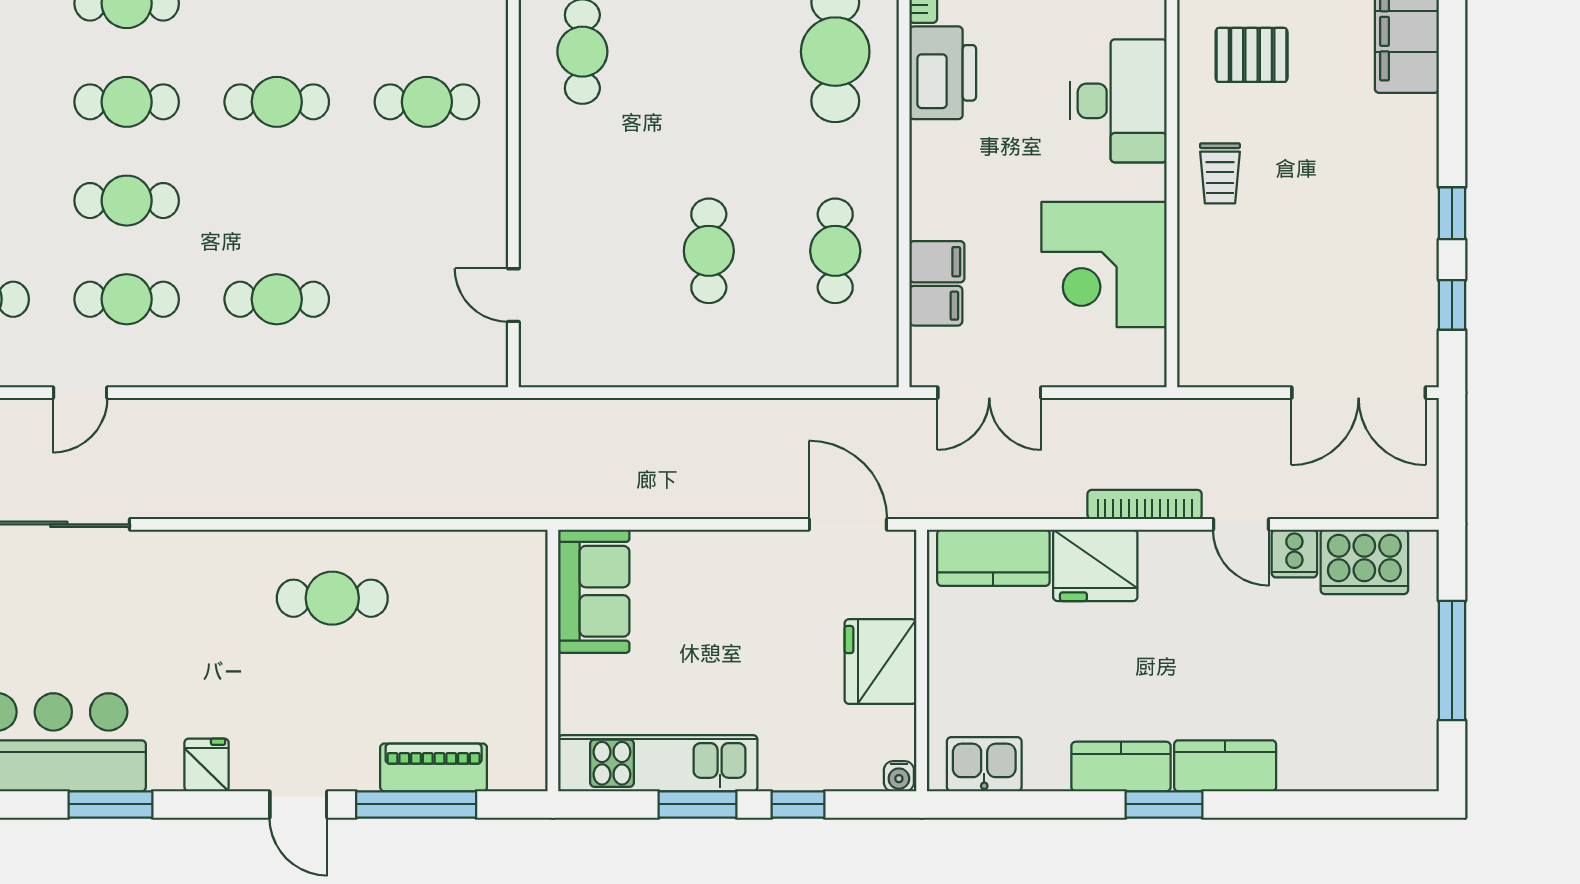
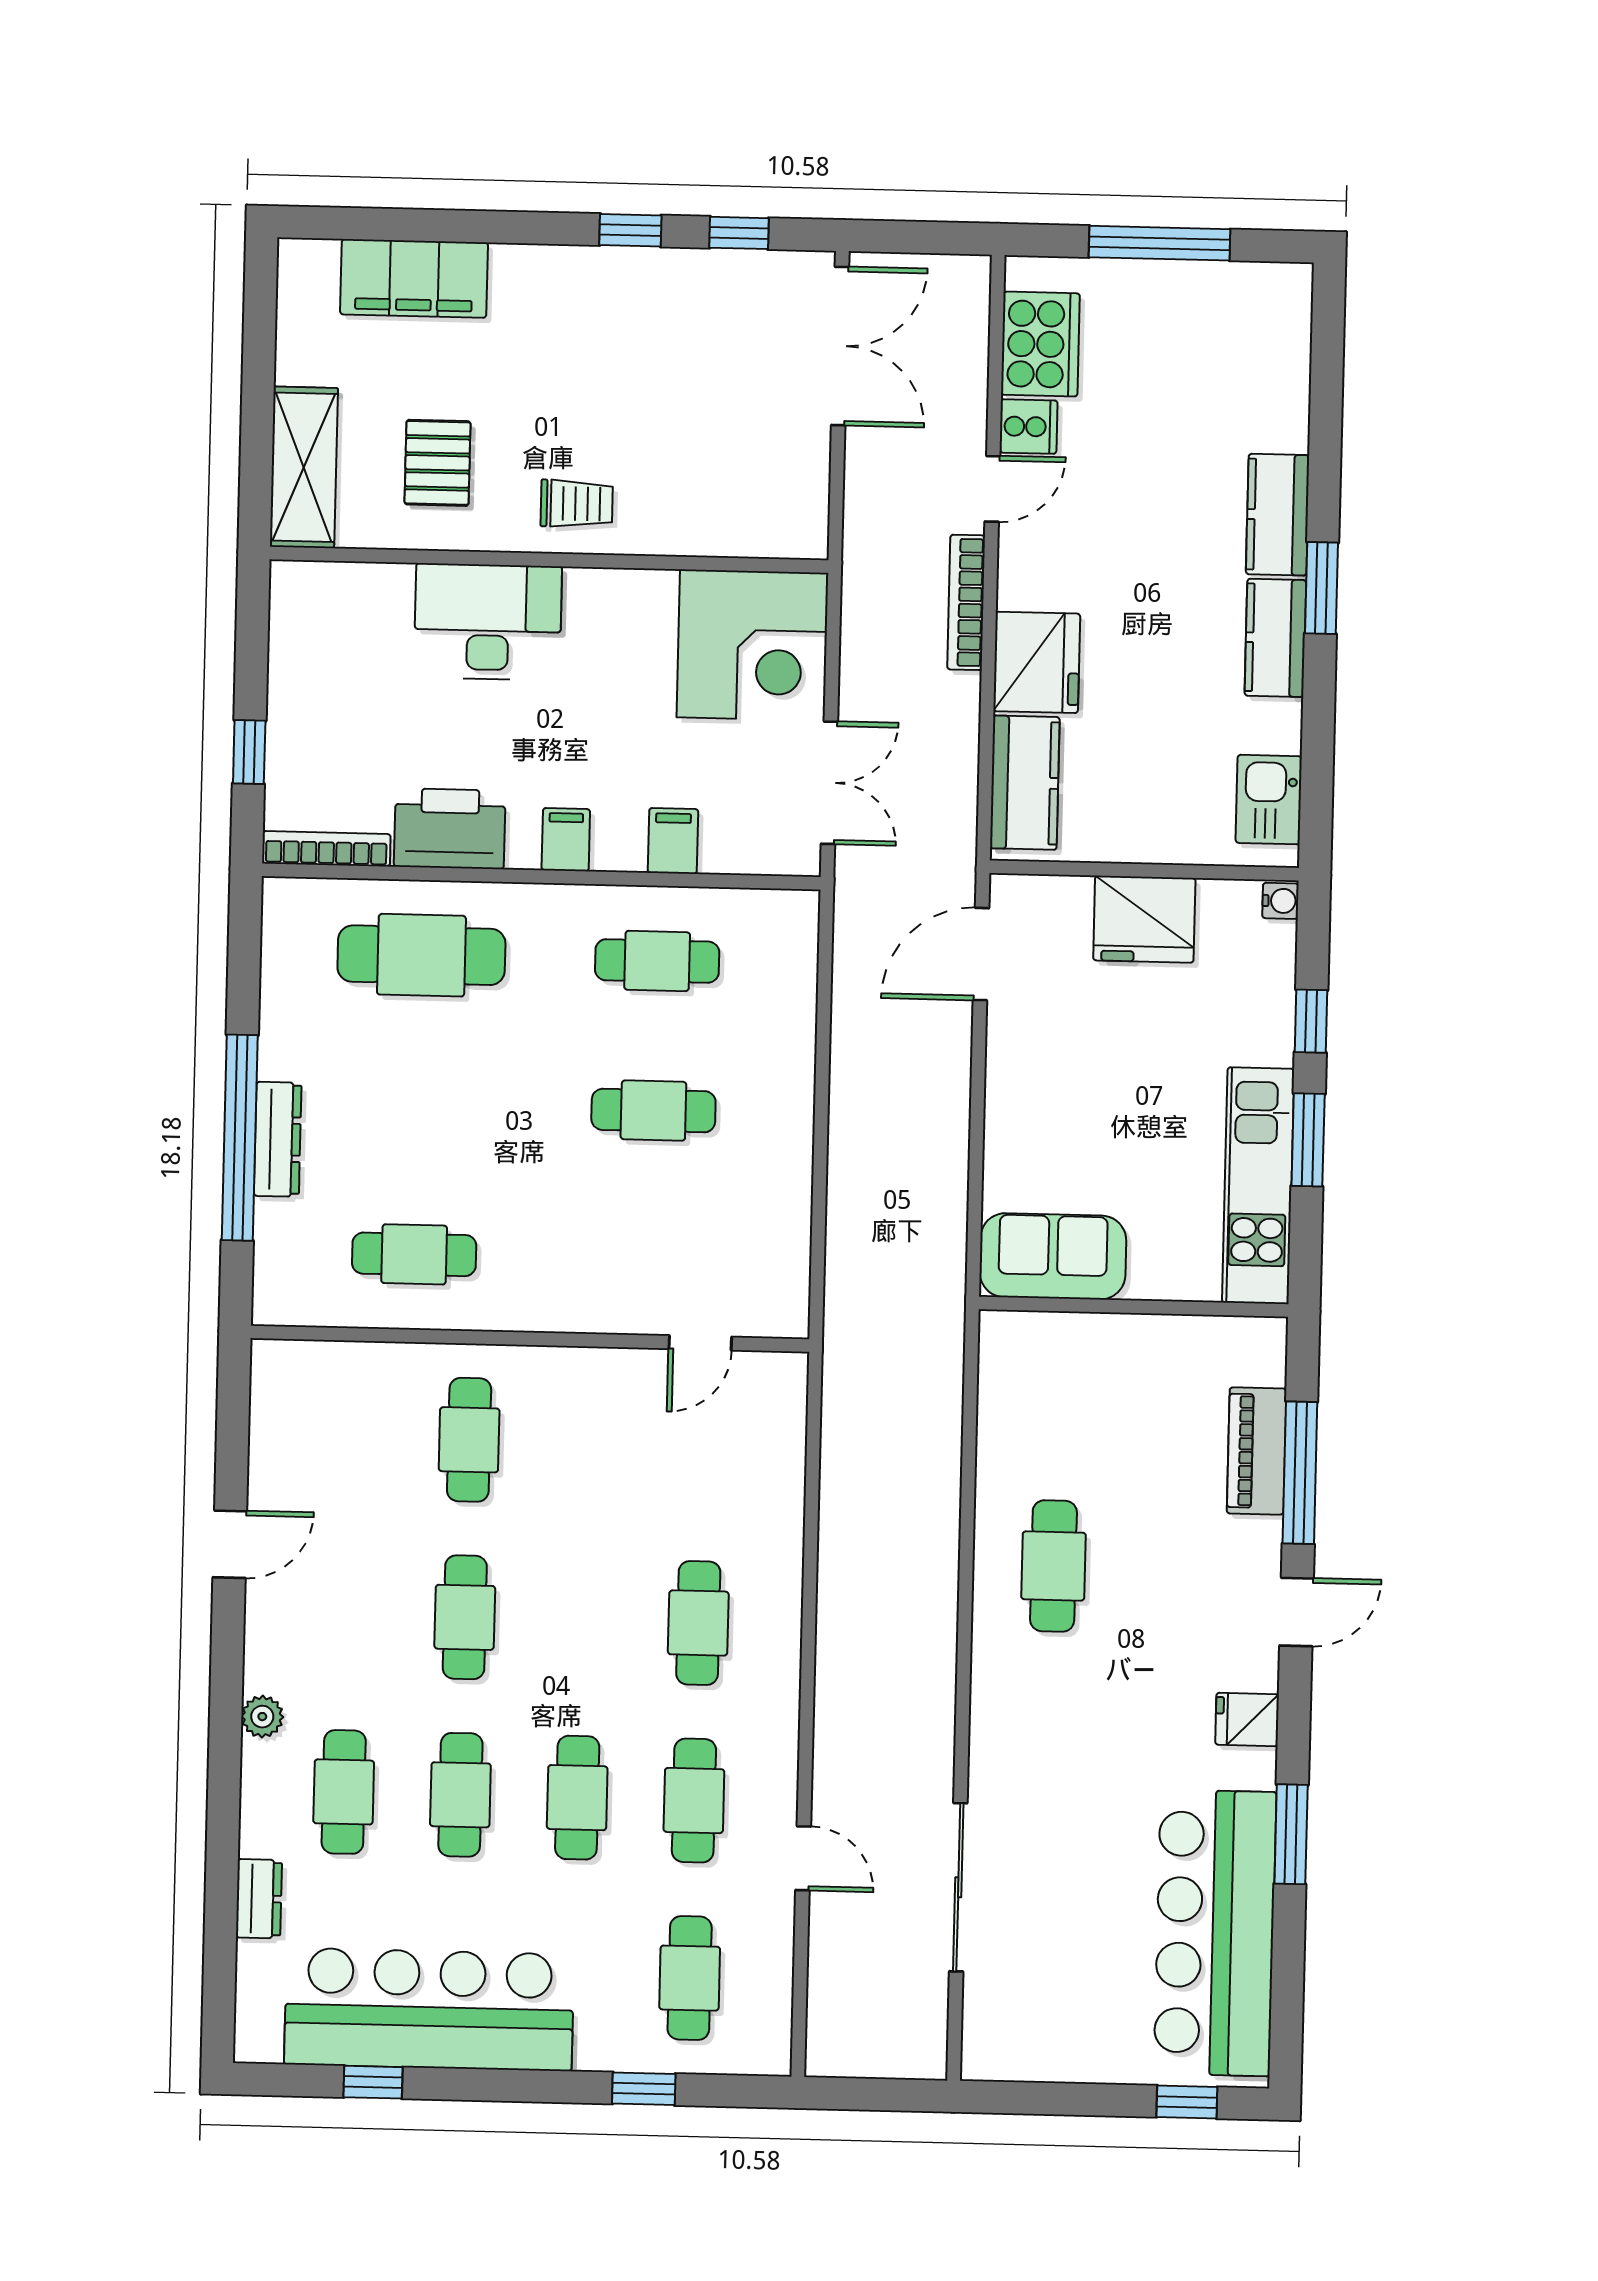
corner desk: (1104, 264) -> (752, 645), moved
filing cabinet: (936, 306) -> (566, 840), moved

